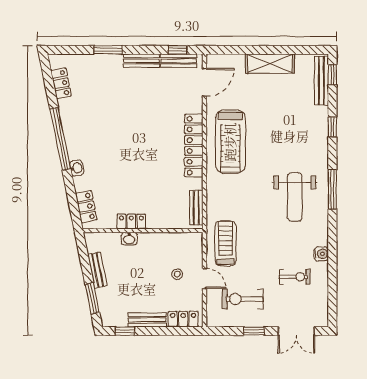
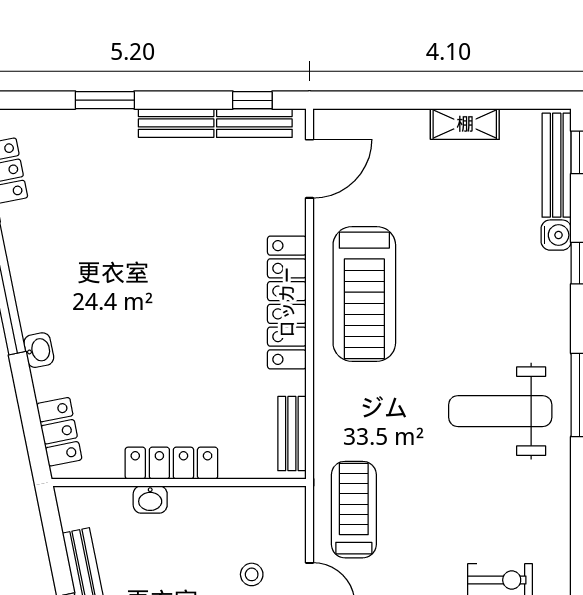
shelving: (270, 64) -> (465, 124), width x0.67, depth x0.75
weight bench: (295, 197) -> (500, 411), turned 90
locker: (131, 221) -> (171, 463), width x1.53
water cooler: (321, 254) -> (556, 235), moved

